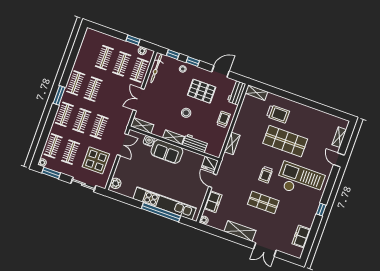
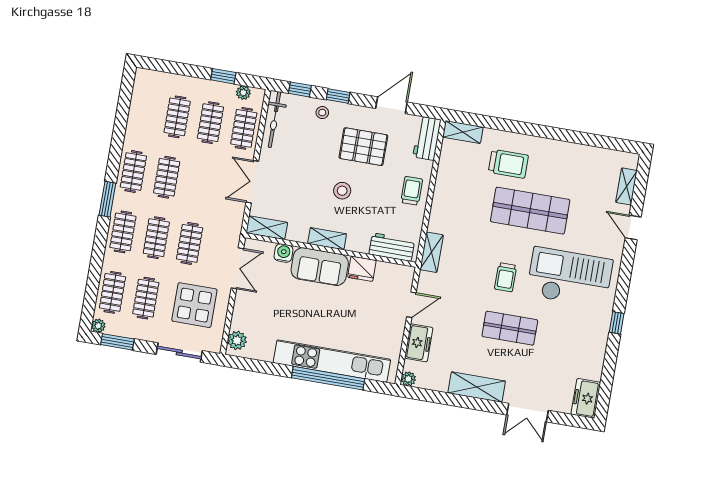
workbench: (195, 143) -> (392, 247), moved
shelving: (232, 144) -> (432, 252), moved
fridge: (210, 164) -> (362, 269), moved
door: (213, 181) -> (411, 305), swing flipped
freezer: (301, 237) -> (586, 398), moved

